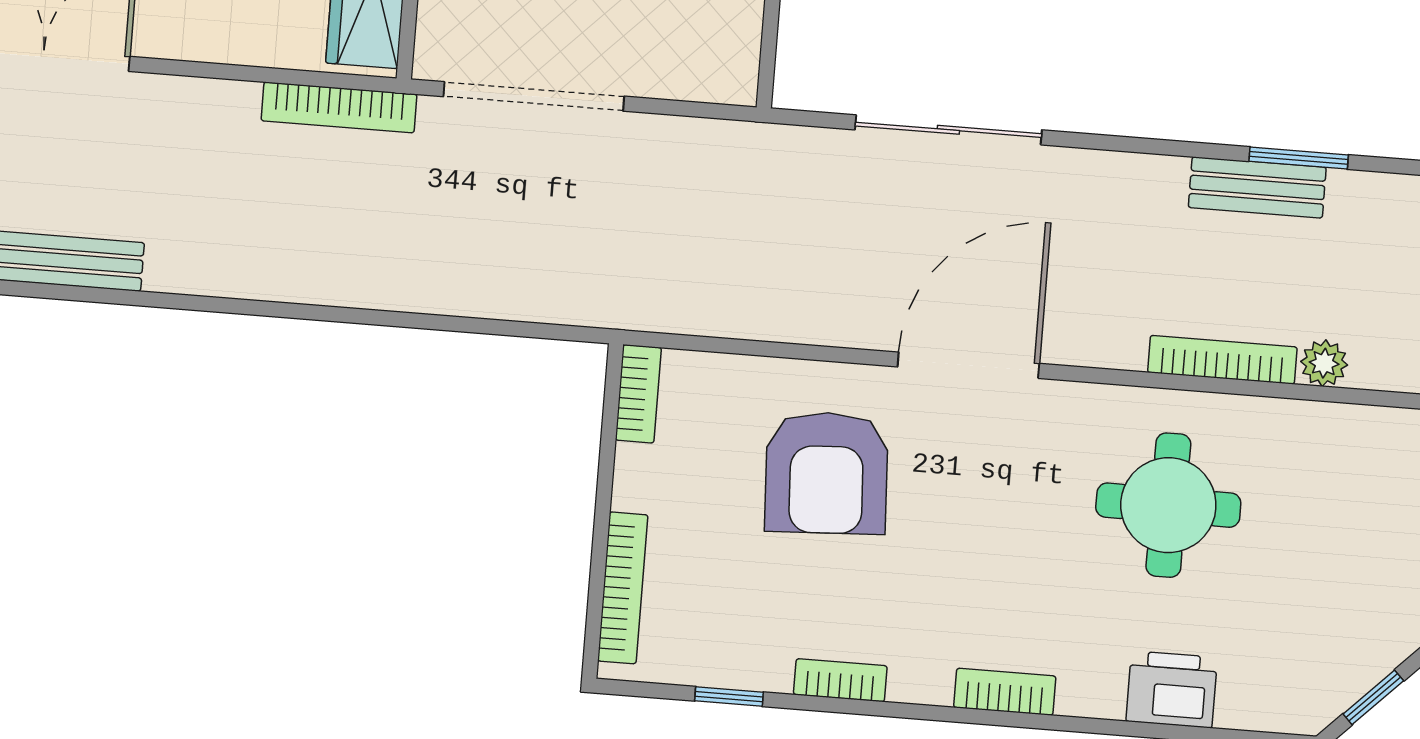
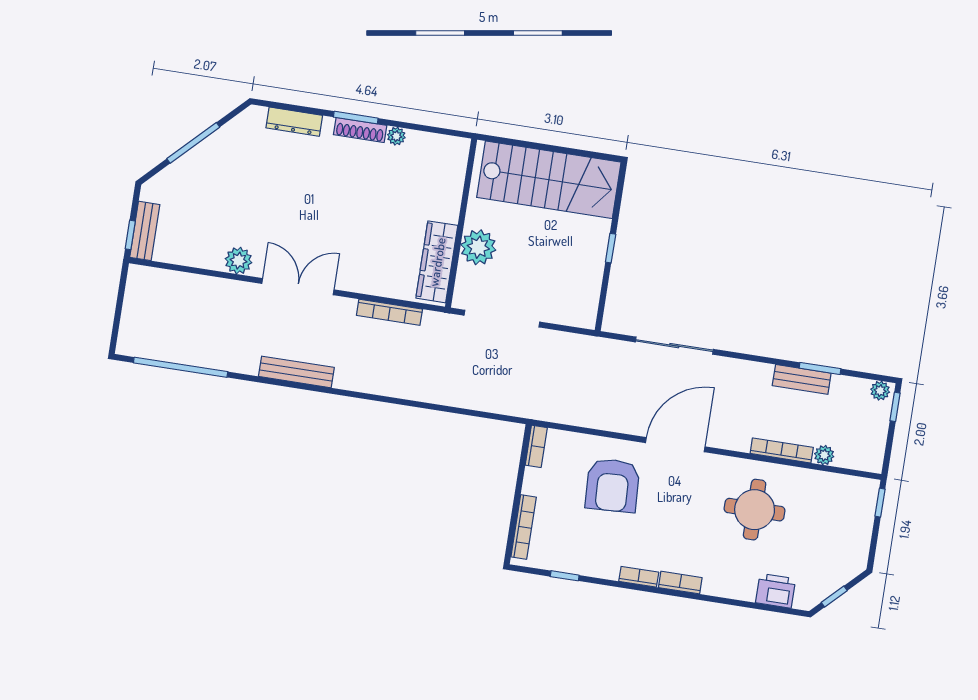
bookcase: (339, 107) -> (389, 312), moved
bookcase: (840, 680) -> (639, 577), moved
printer: (1172, 689) -> (776, 591), moved

